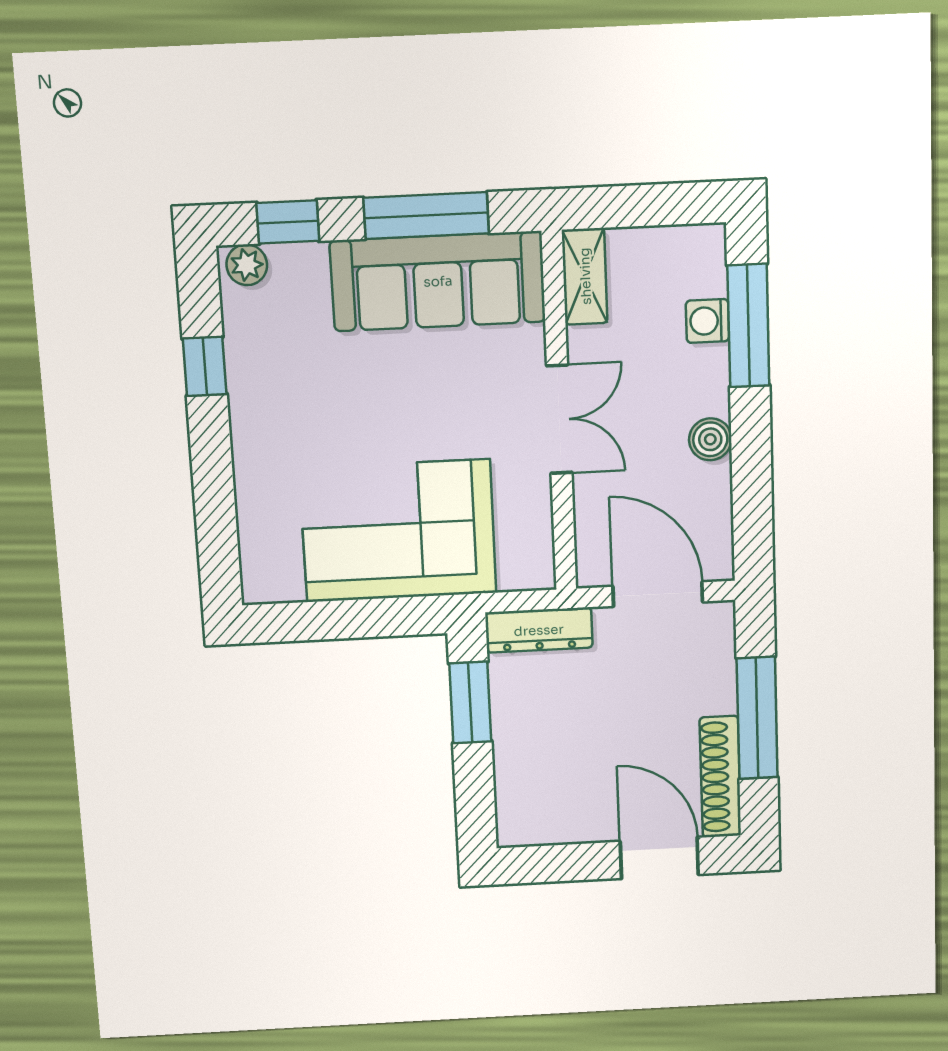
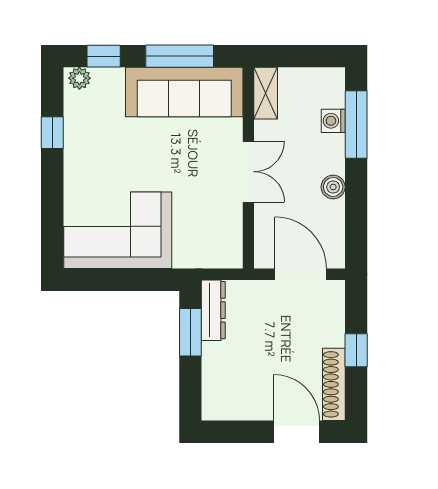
corner sofa: (398, 531) -> (118, 230), moved
dresser: (539, 630) -> (213, 310), moved, turned -90
window: (757, 718) -> (356, 350), width x0.46

